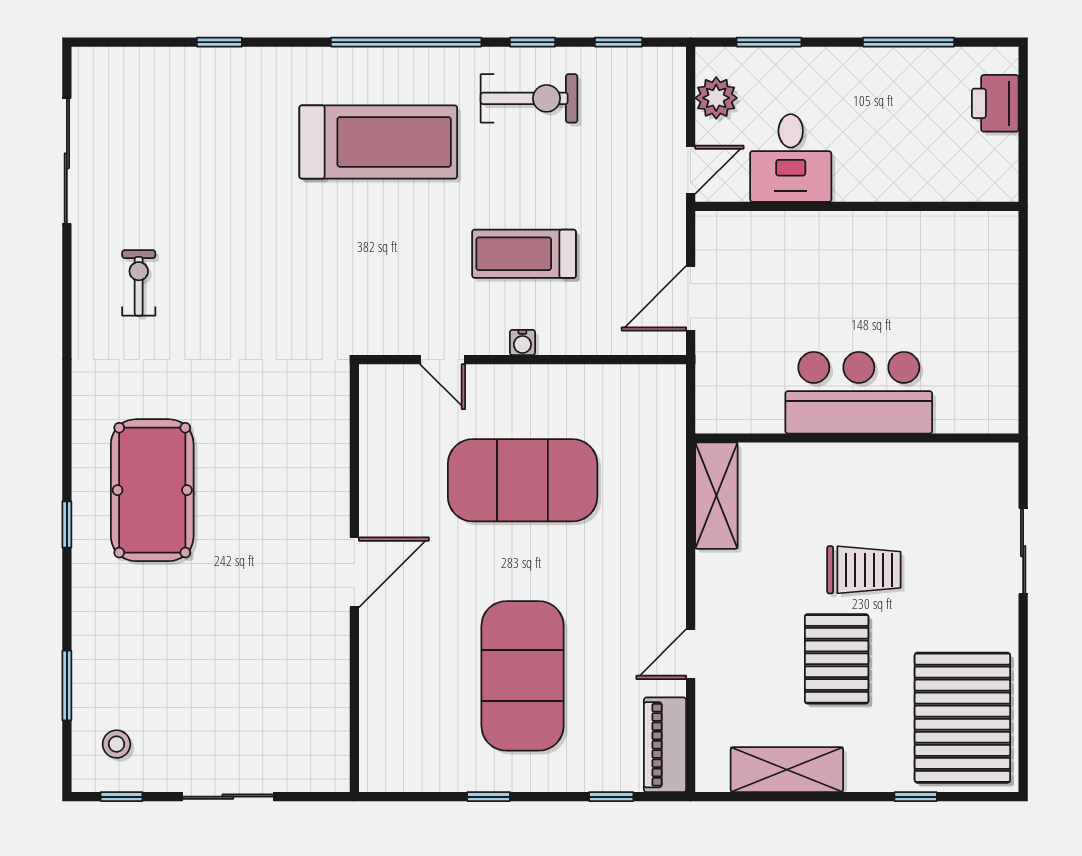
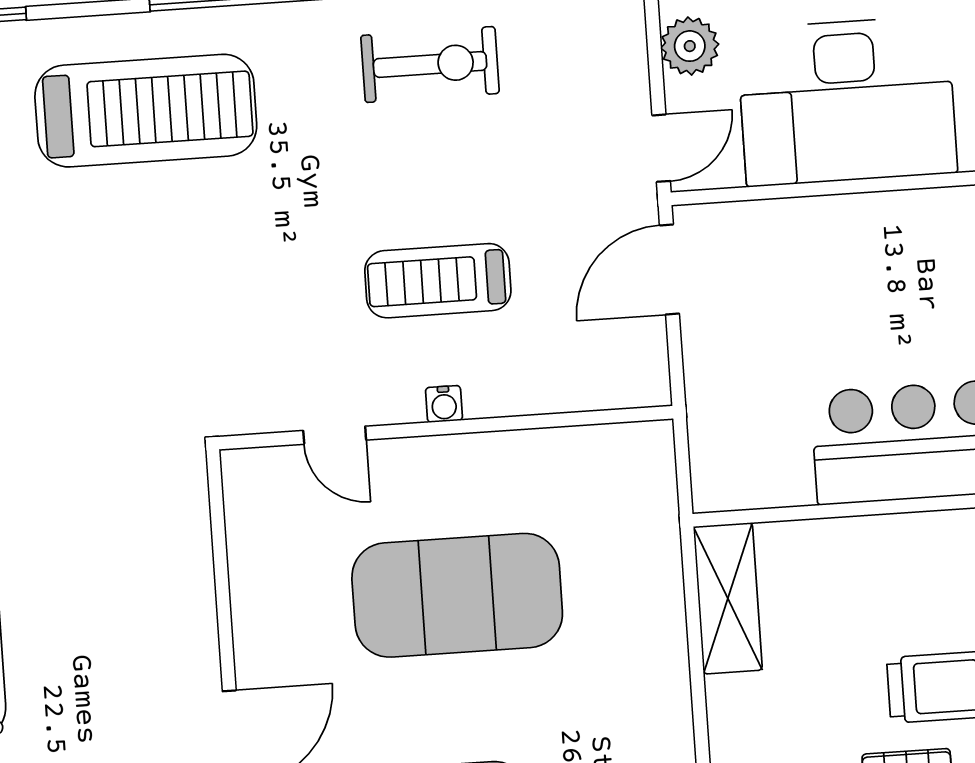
treadmill: (378, 142) -> (146, 111), moved
desk: (791, 158) -> (847, 101), width x1.87, depth x1.30
door: (691, 298) -> (669, 270), moved

